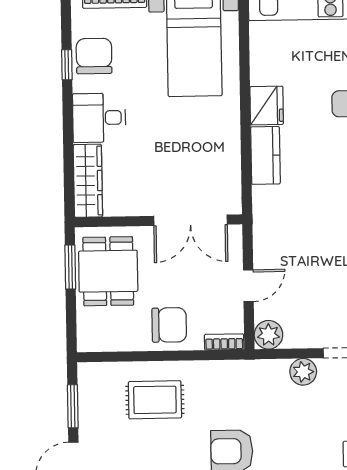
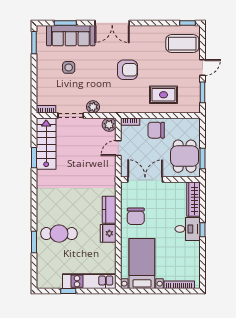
chair: (94, 56) -> (136, 216), moved
window: (67, 65) -> (203, 230), moved

